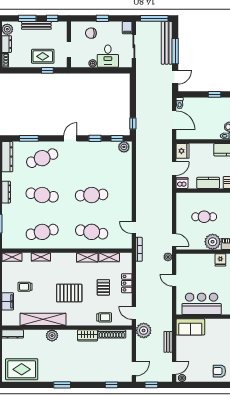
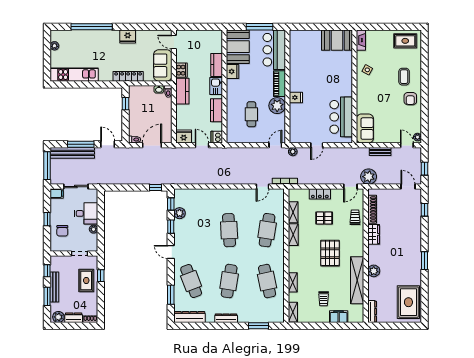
plant: (124, 147) -> (180, 213), moved

